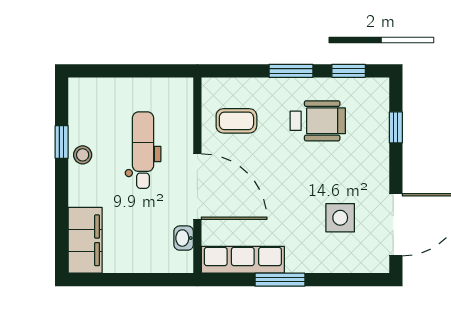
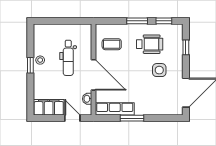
window: (62, 142) -> (30, 65), moved
dental chair: (143, 150) -> (68, 58), turned 180
side table: (340, 218) -> (159, 70), moved
filing cabinet: (85, 240) -> (49, 107), moved, turned -90
door: (152, 280) -> (72, 118), added

